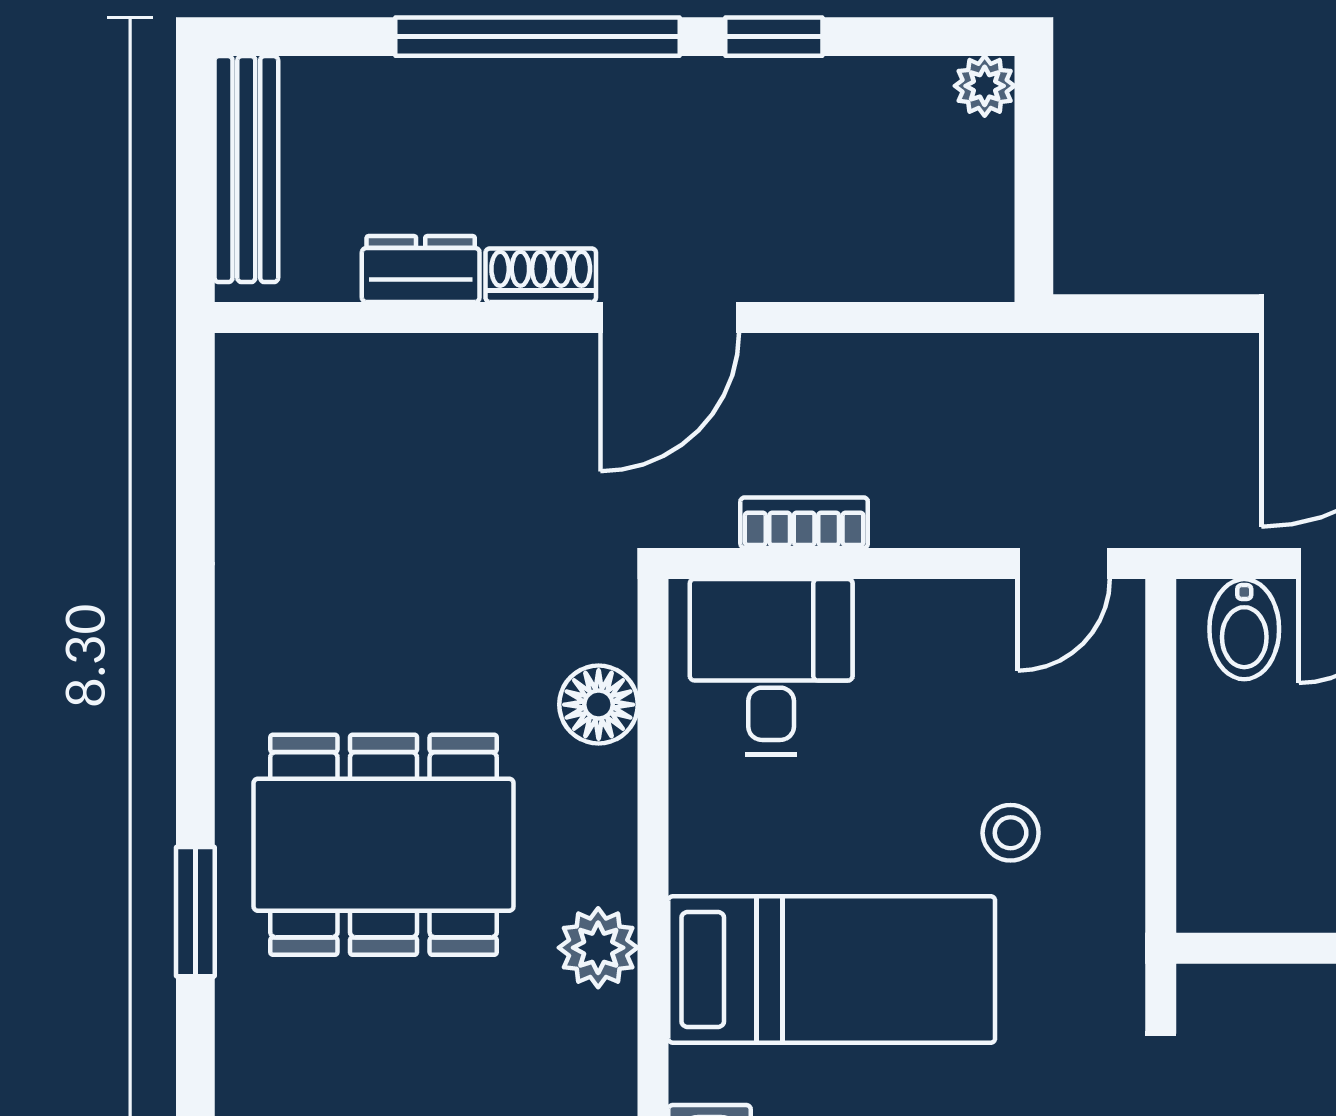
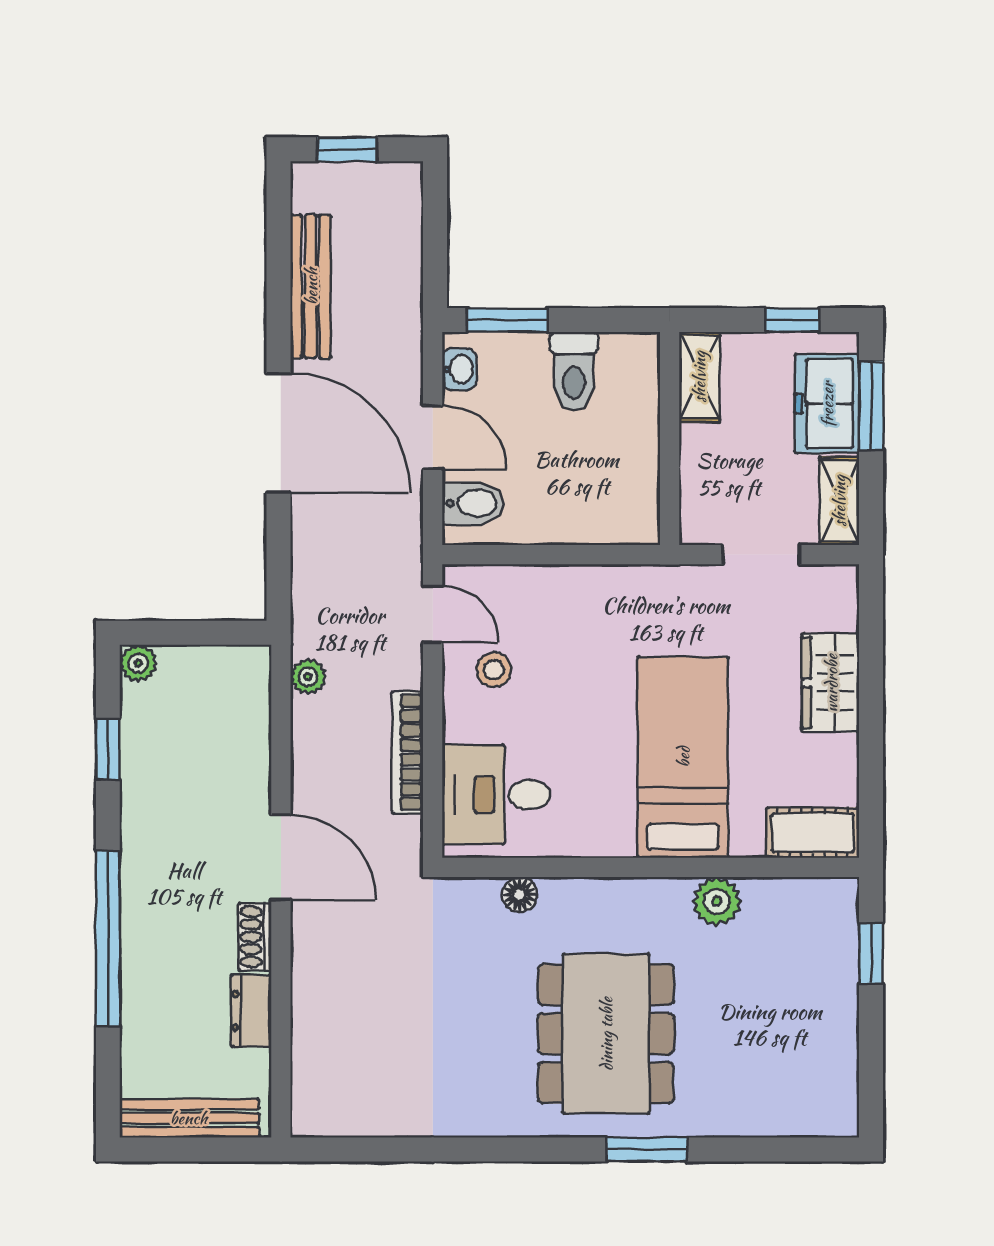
window: (774, 37) -> (108, 749), moved
plant: (963, 362) -> (308, 677), added
bookcase: (804, 523) -> (407, 752), width x1.56
floor lamp: (599, 705) -> (519, 895), width x0.73, depth x0.73
stool: (1011, 833) -> (494, 670), moved
plant: (598, 948) -> (717, 901), moved

